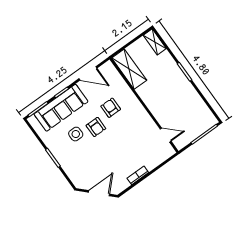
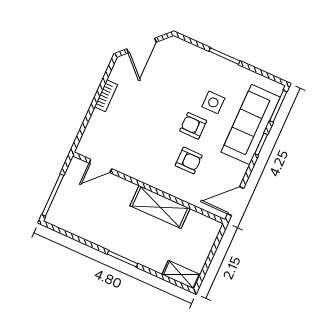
shelving: (129, 69) -> (160, 207), moved
door: (88, 73) -> (236, 201), moved

